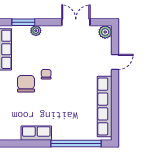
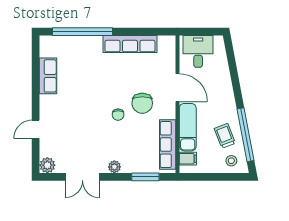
plant: (36, 31) -> (114, 167), moved
row of seats: (105, 106) -> (48, 76), width x0.50
row of seats: (36, 133) -> (130, 44), width x1.48

